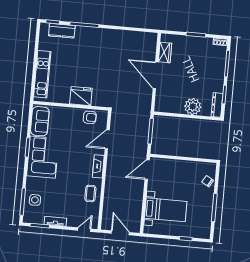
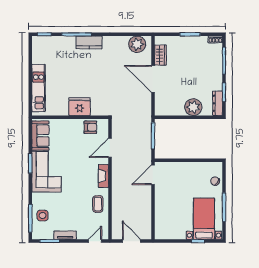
kitchen counter: (62, 31) -> (89, 42), moved
plant: (143, 40) -> (137, 44), added
bed with nightstands: (166, 210) -> (204, 219), moved, turned -90

